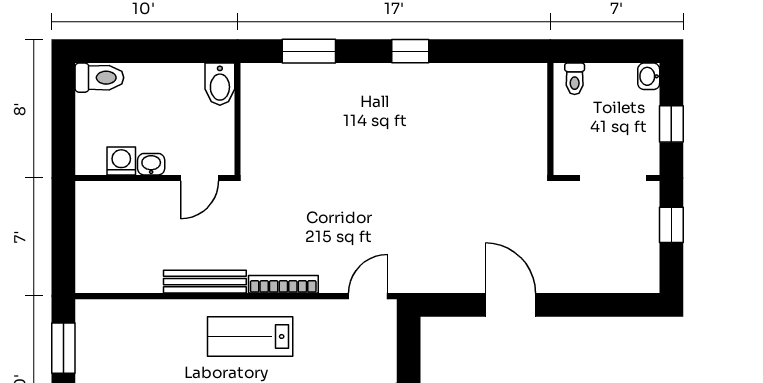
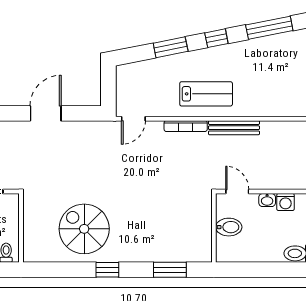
bidet: (220, 84) -> (229, 227), moved, turned 90
spiral stairs: (448, 117) -> (84, 229), added
door: (200, 178) -> (237, 192), hinge flipped
door: (511, 305) -> (46, 113), swing flipped

